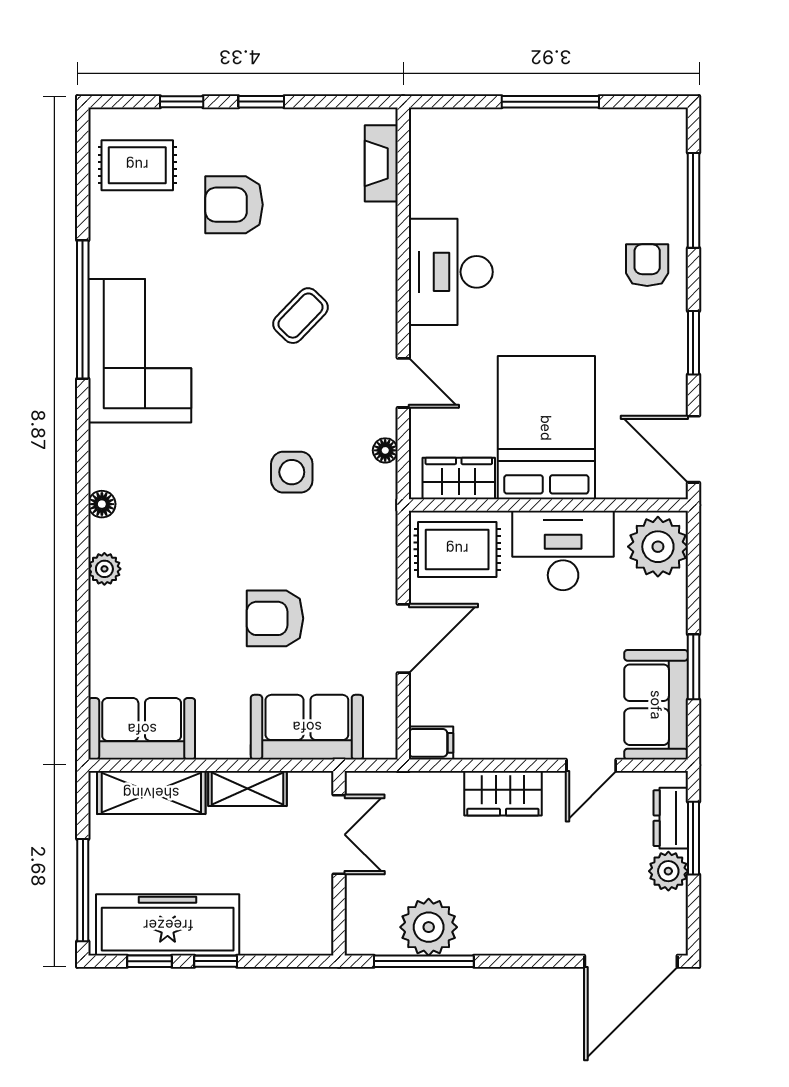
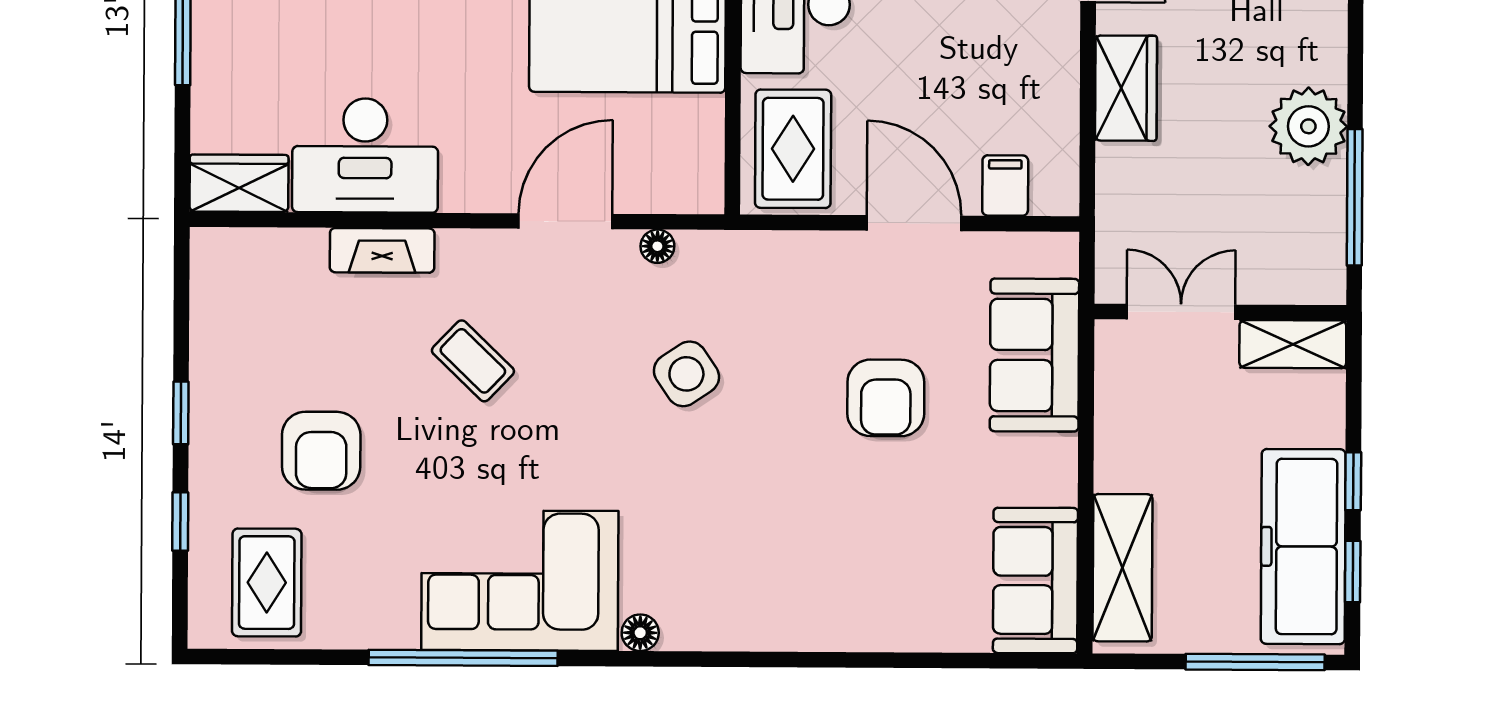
fireplace: (381, 163) -> (382, 250), moved
desk: (451, 272) -> (365, 155), moved
door: (403, 383) -> (565, 221), width x1.38
side table: (292, 472) -> (686, 374), turned -34
wardrobe: (459, 478) -> (239, 183), moved, turned 90
floor lamp: (102, 504) -> (640, 633), moved
plant: (104, 569) -> (817, 630), removed
filing cabinet: (431, 743) -> (1005, 186), moved
shelving: (247, 788) -> (1293, 344), moved, turned 90
plant: (429, 927) -> (1308, 126), moved

